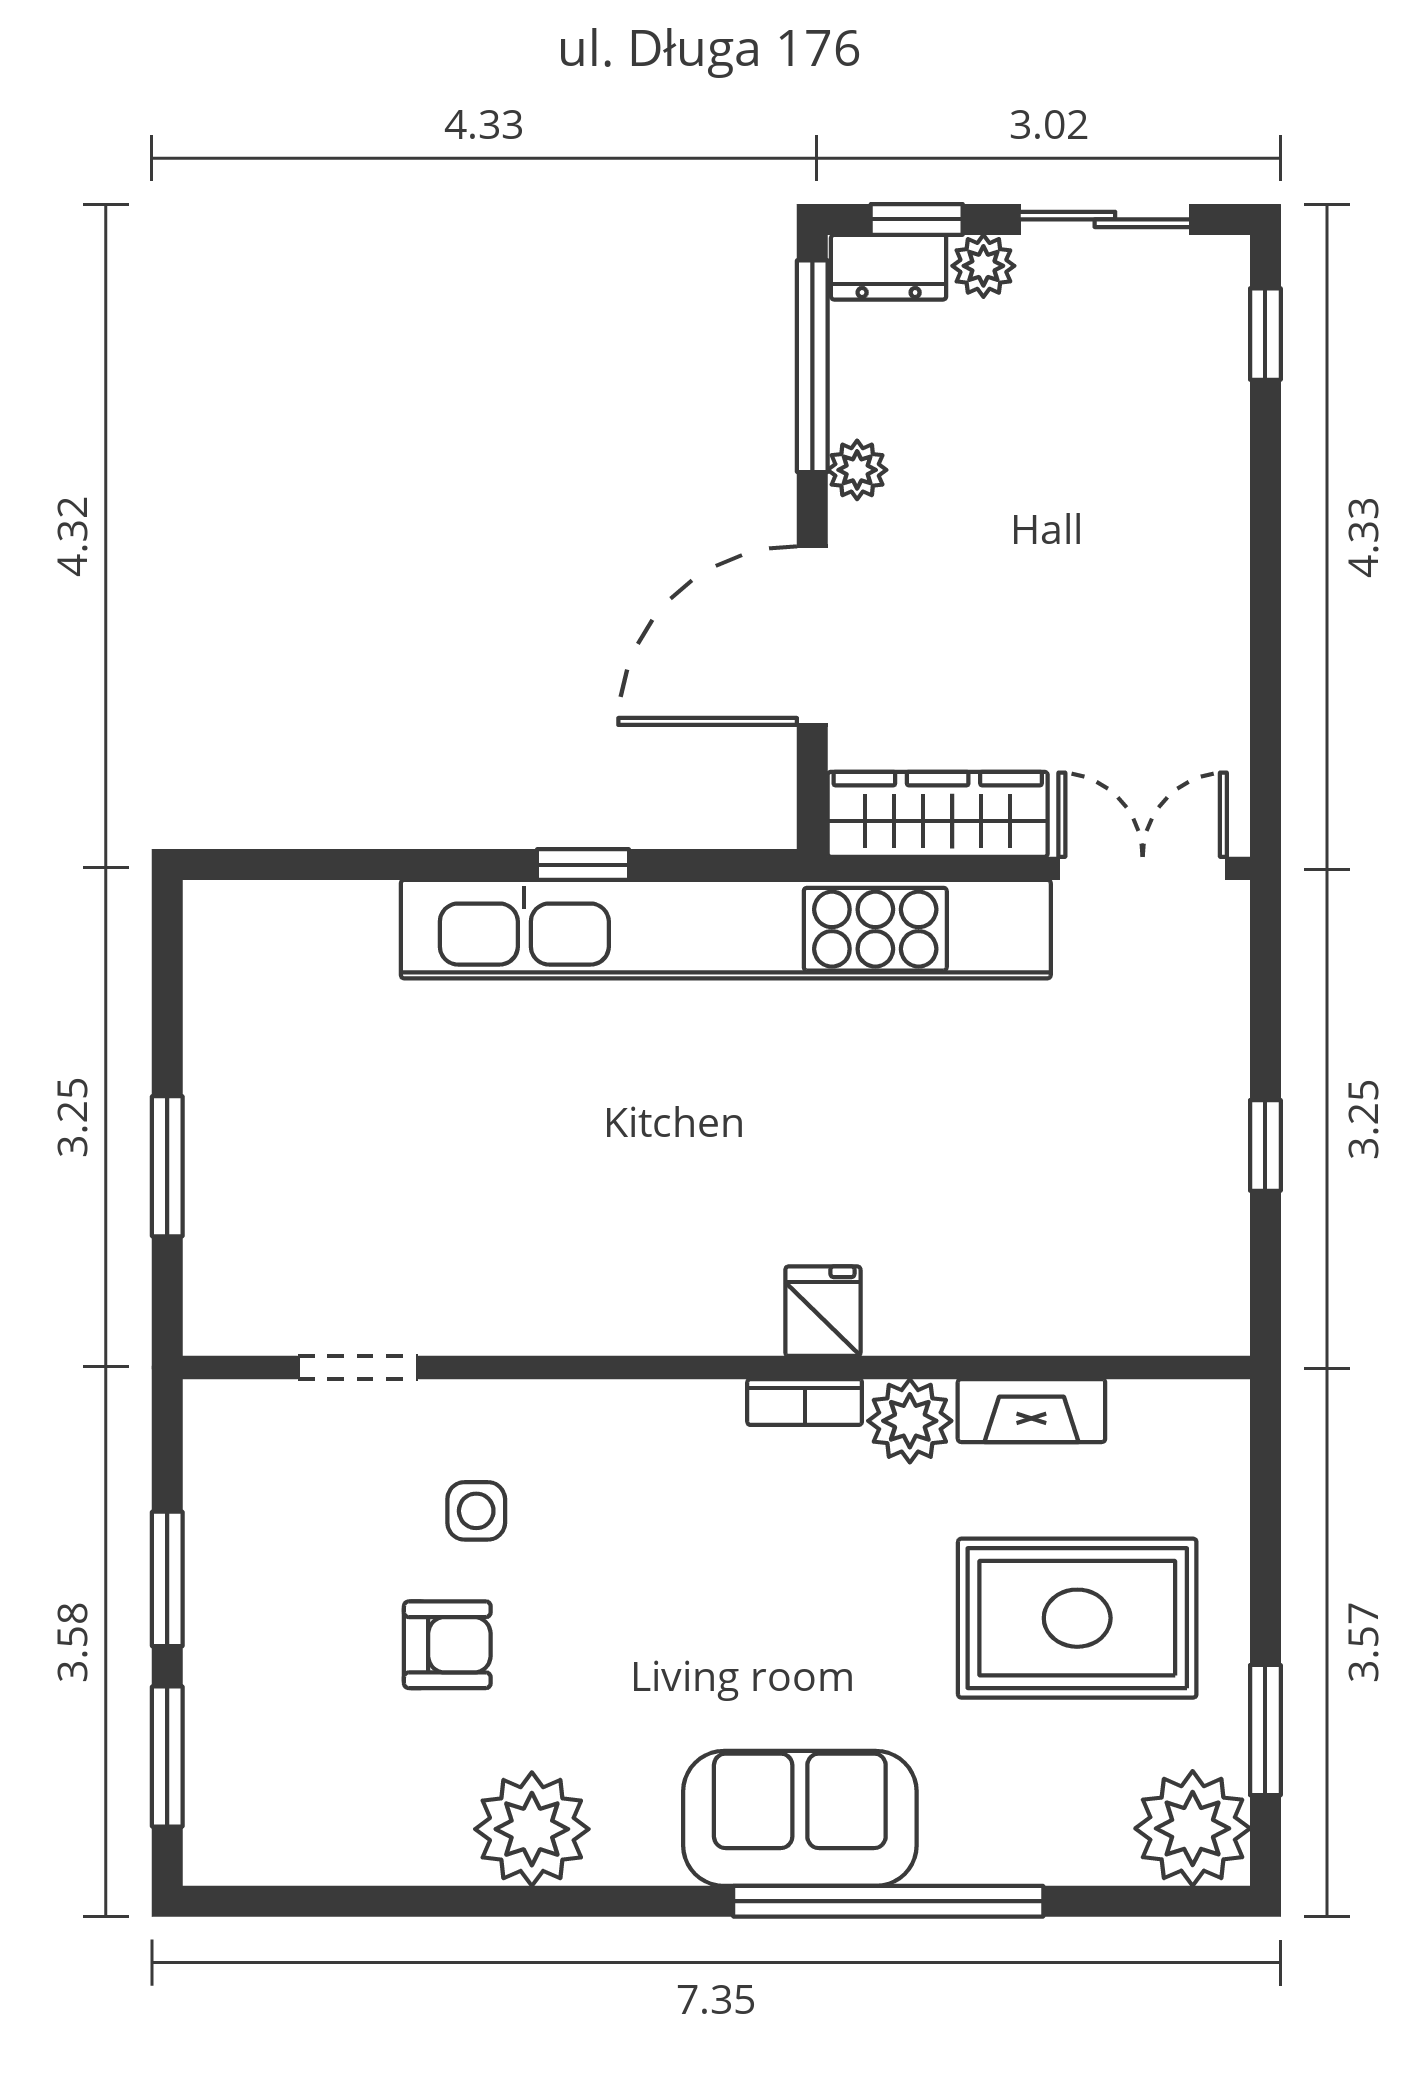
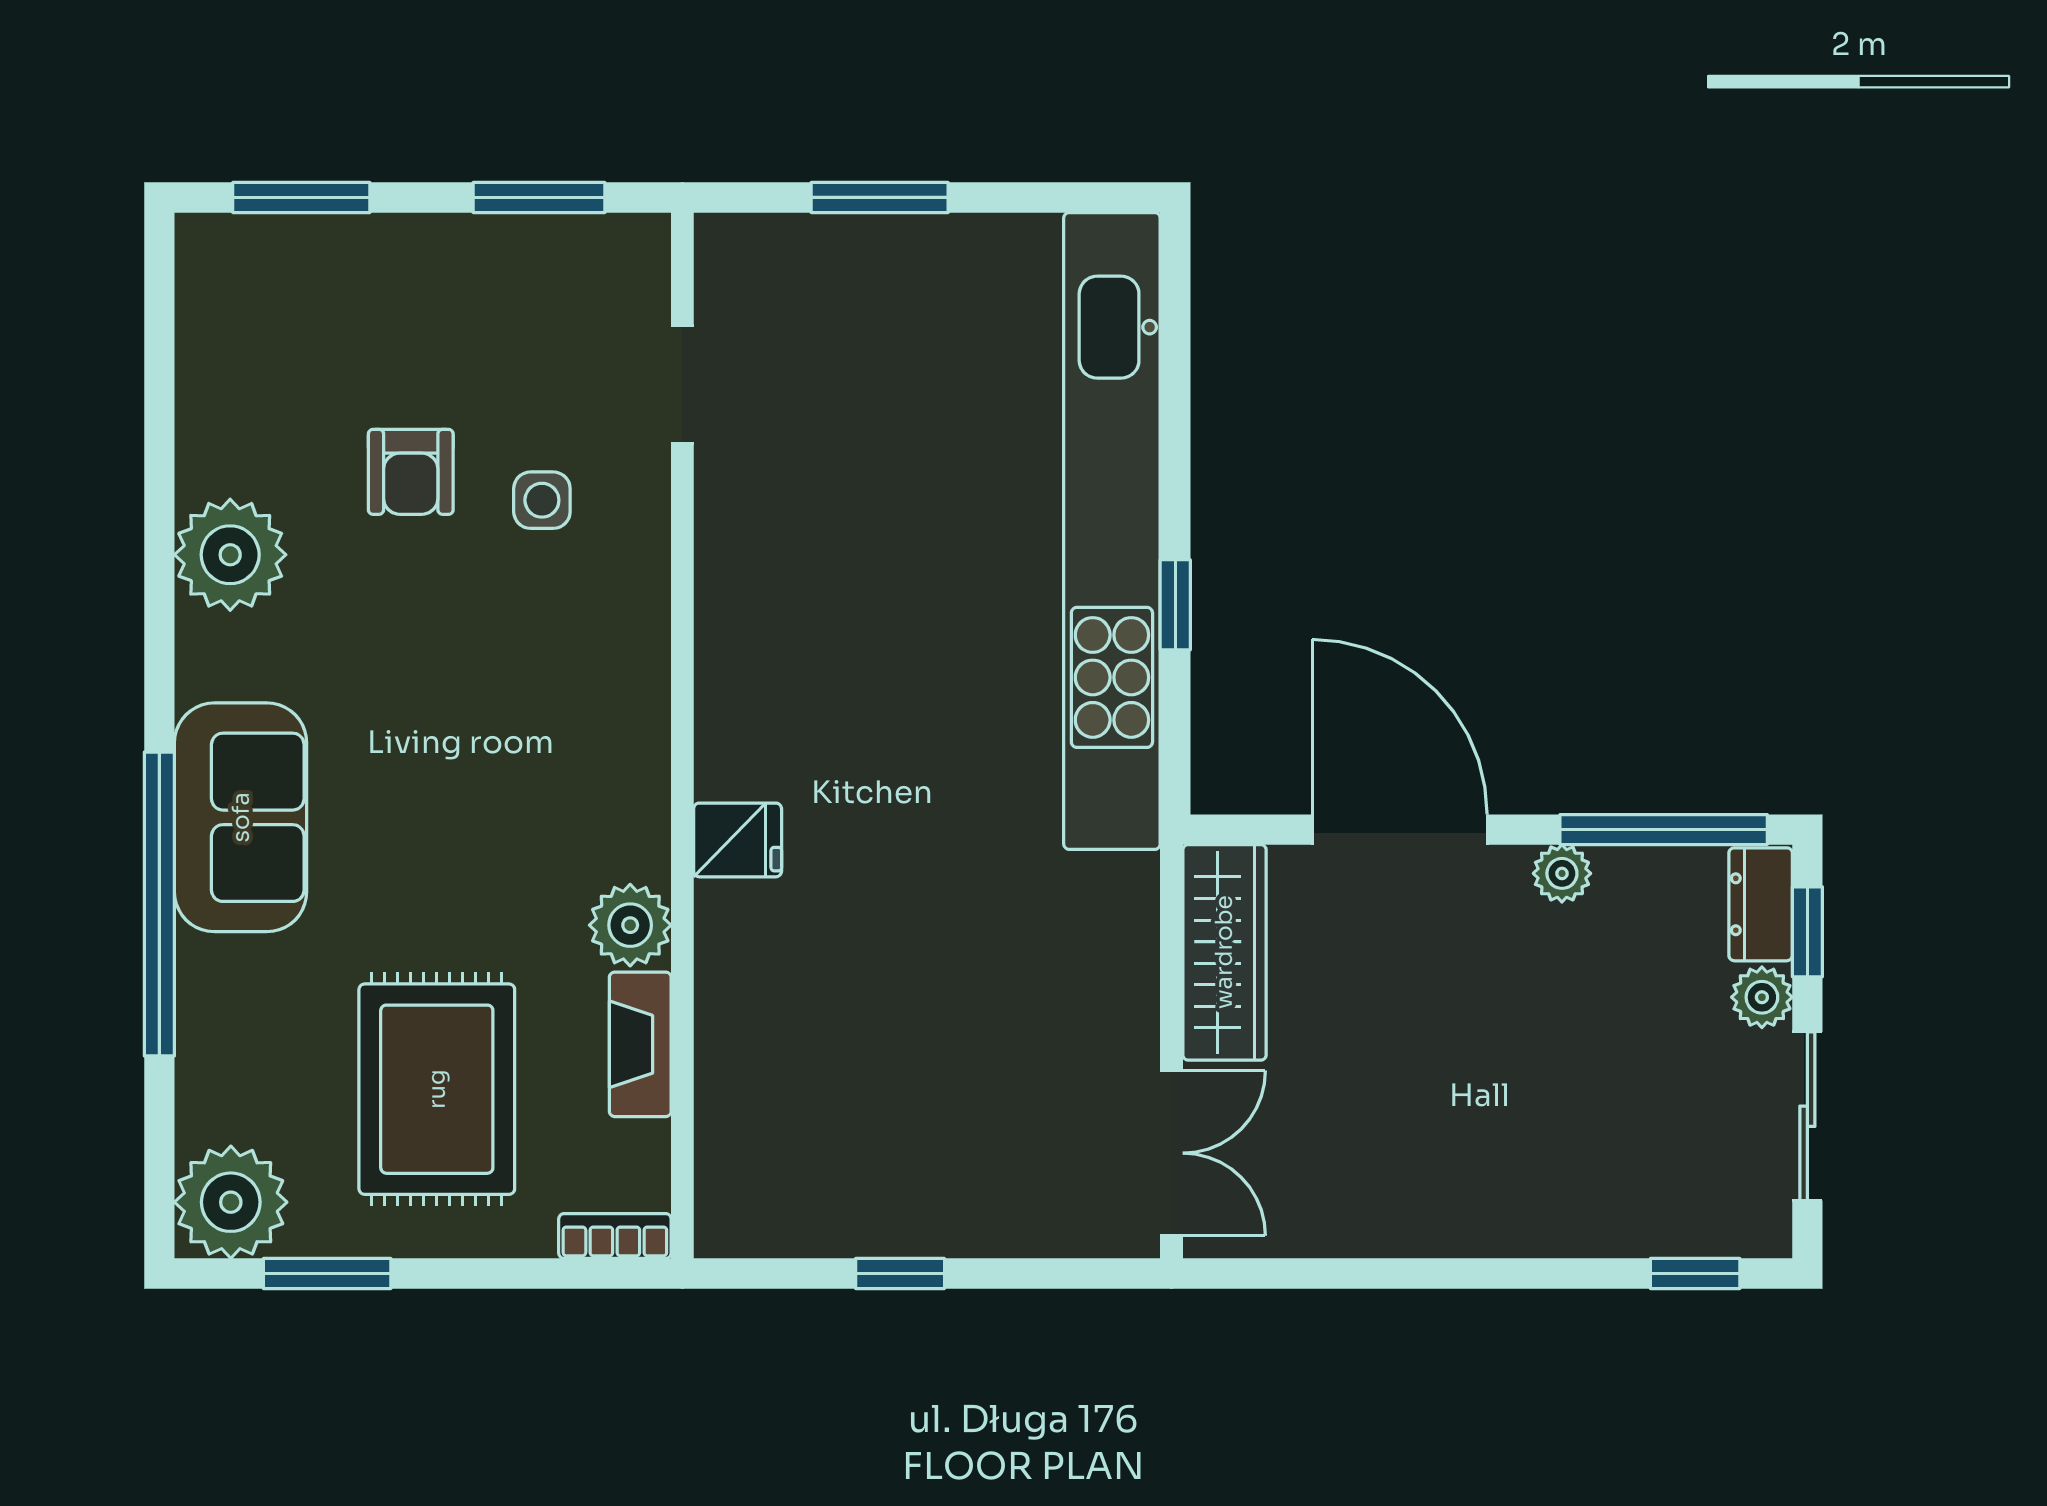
kitchen unit: (726, 929) -> (1112, 531), moved
bookcase: (805, 1402) -> (615, 1236), moved, turned 90
window: (167, 1579) -> (539, 197), moved

